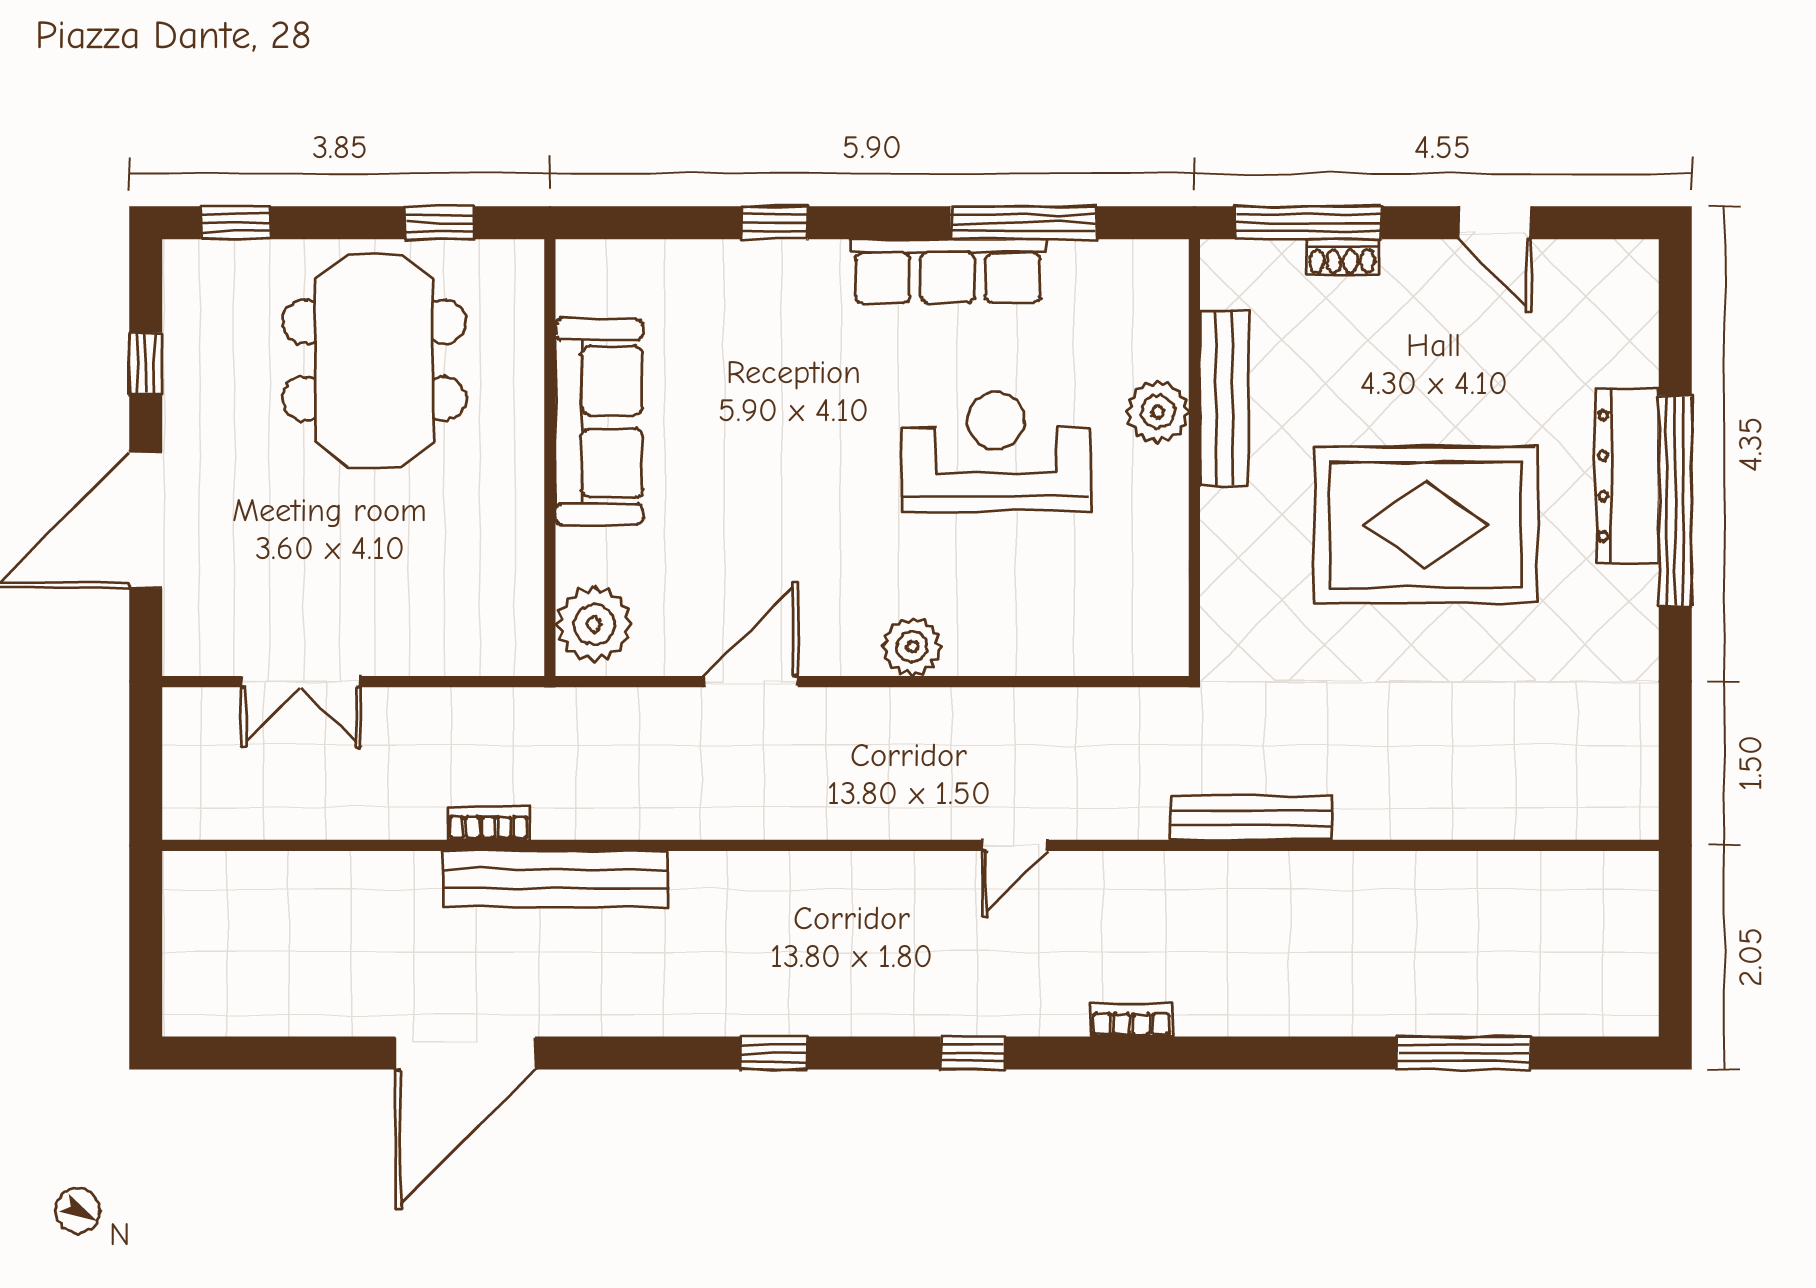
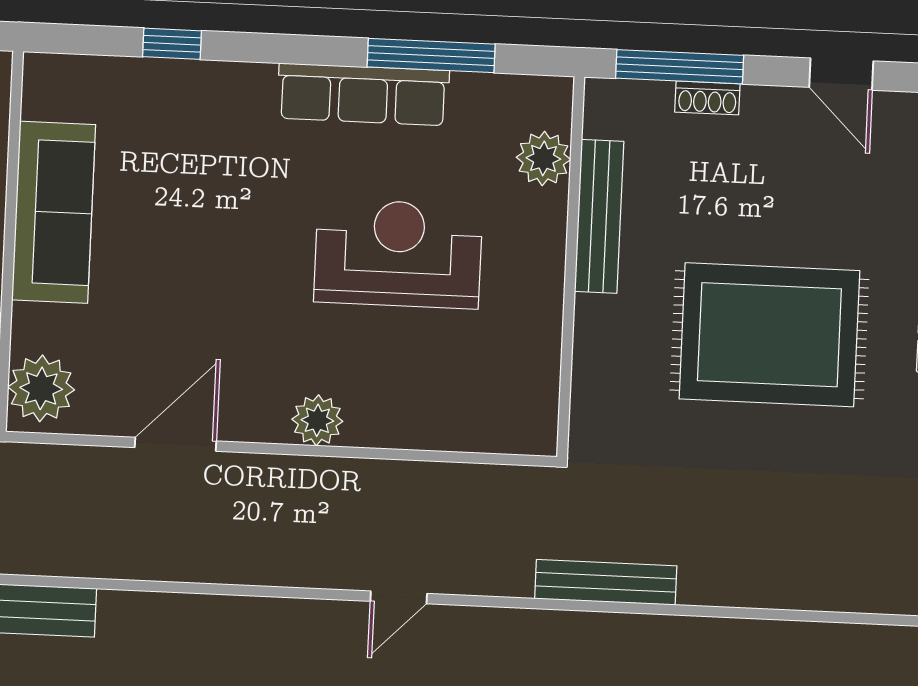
window: (775, 223) -> (172, 44), moved
plant: (1158, 412) -> (543, 158), moved

